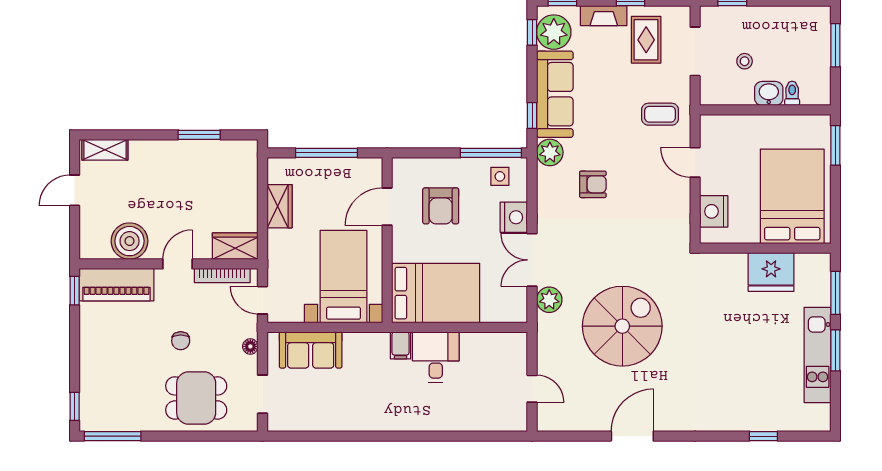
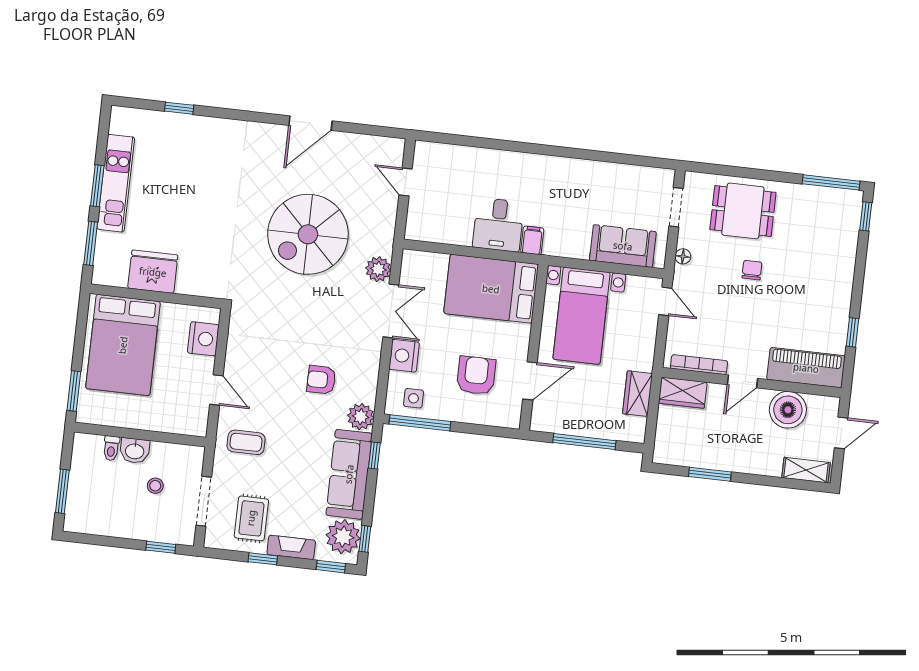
boiler: (130, 241) -> (788, 410), moved
wardrobe: (235, 246) -> (683, 393), moved
wall: (169, 264) -> (751, 382), moved
door: (178, 264) -> (742, 381), moved
bookcase: (222, 276) -> (699, 365), moved
piano: (116, 285) -> (806, 368), moved

